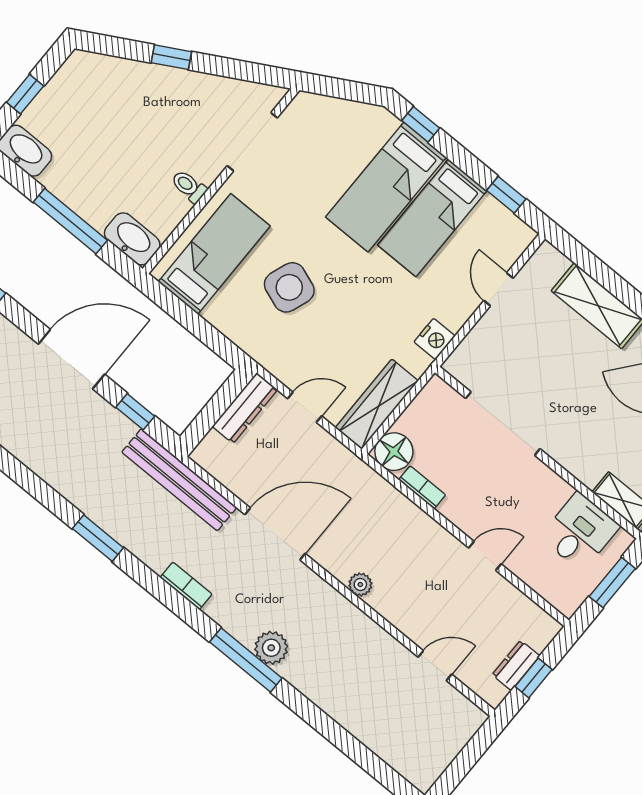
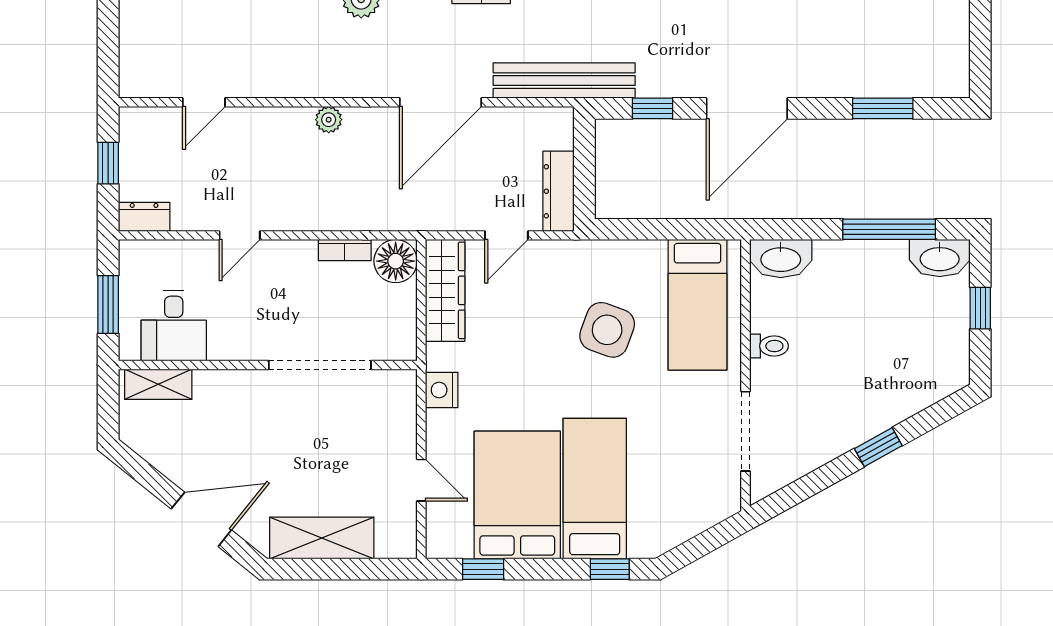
bed: (432, 218) -> (517, 495), width x1.50
window: (70, 221) -> (889, 229), moved
dresser: (516, 665) -> (144, 217), moved, turned -90

